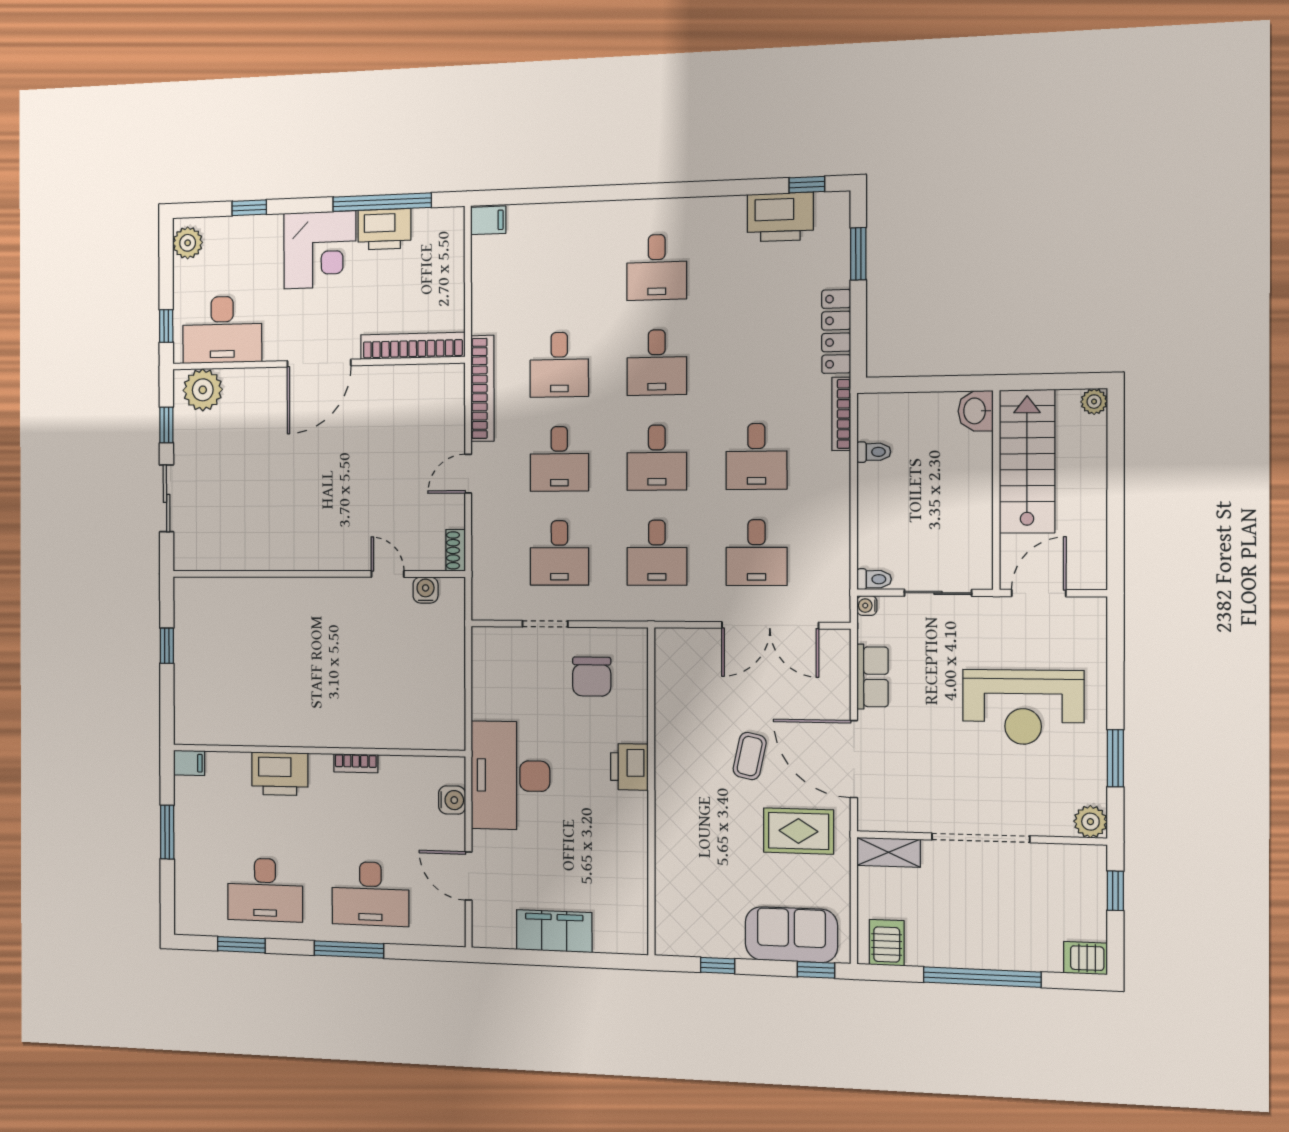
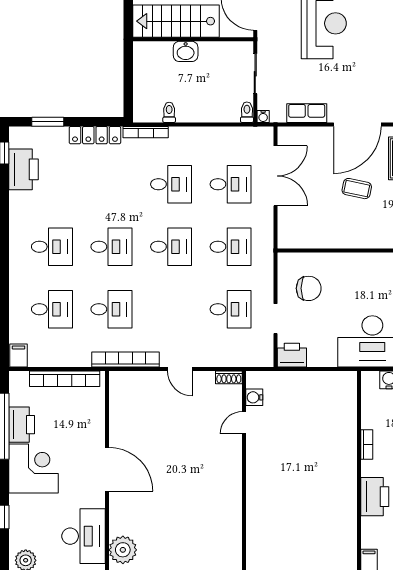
bookcase: (413, 346) -> (65, 379), moved, turned -90
washbasin: (976, 411) -> (186, 51), moved
desk: (559, 459) -> (52, 309), moved
printer: (629, 767) -> (292, 355), moved, turned 180

